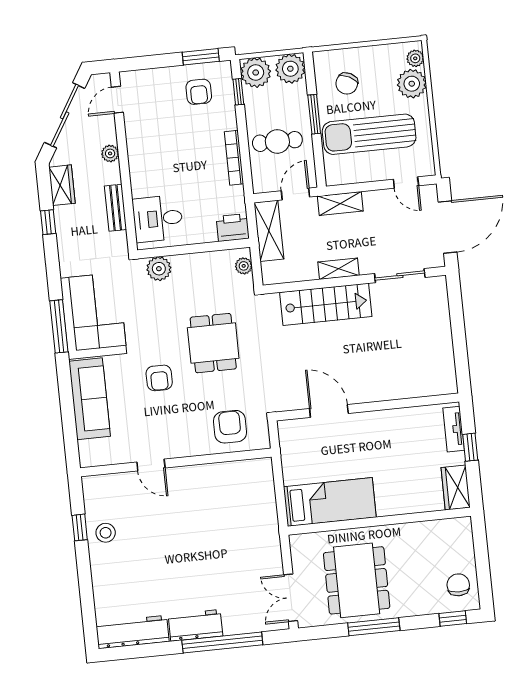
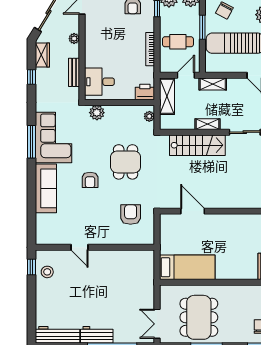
wall: (176, 462) -> (95, 247), moved
door: (151, 465) -> (79, 247), moved

